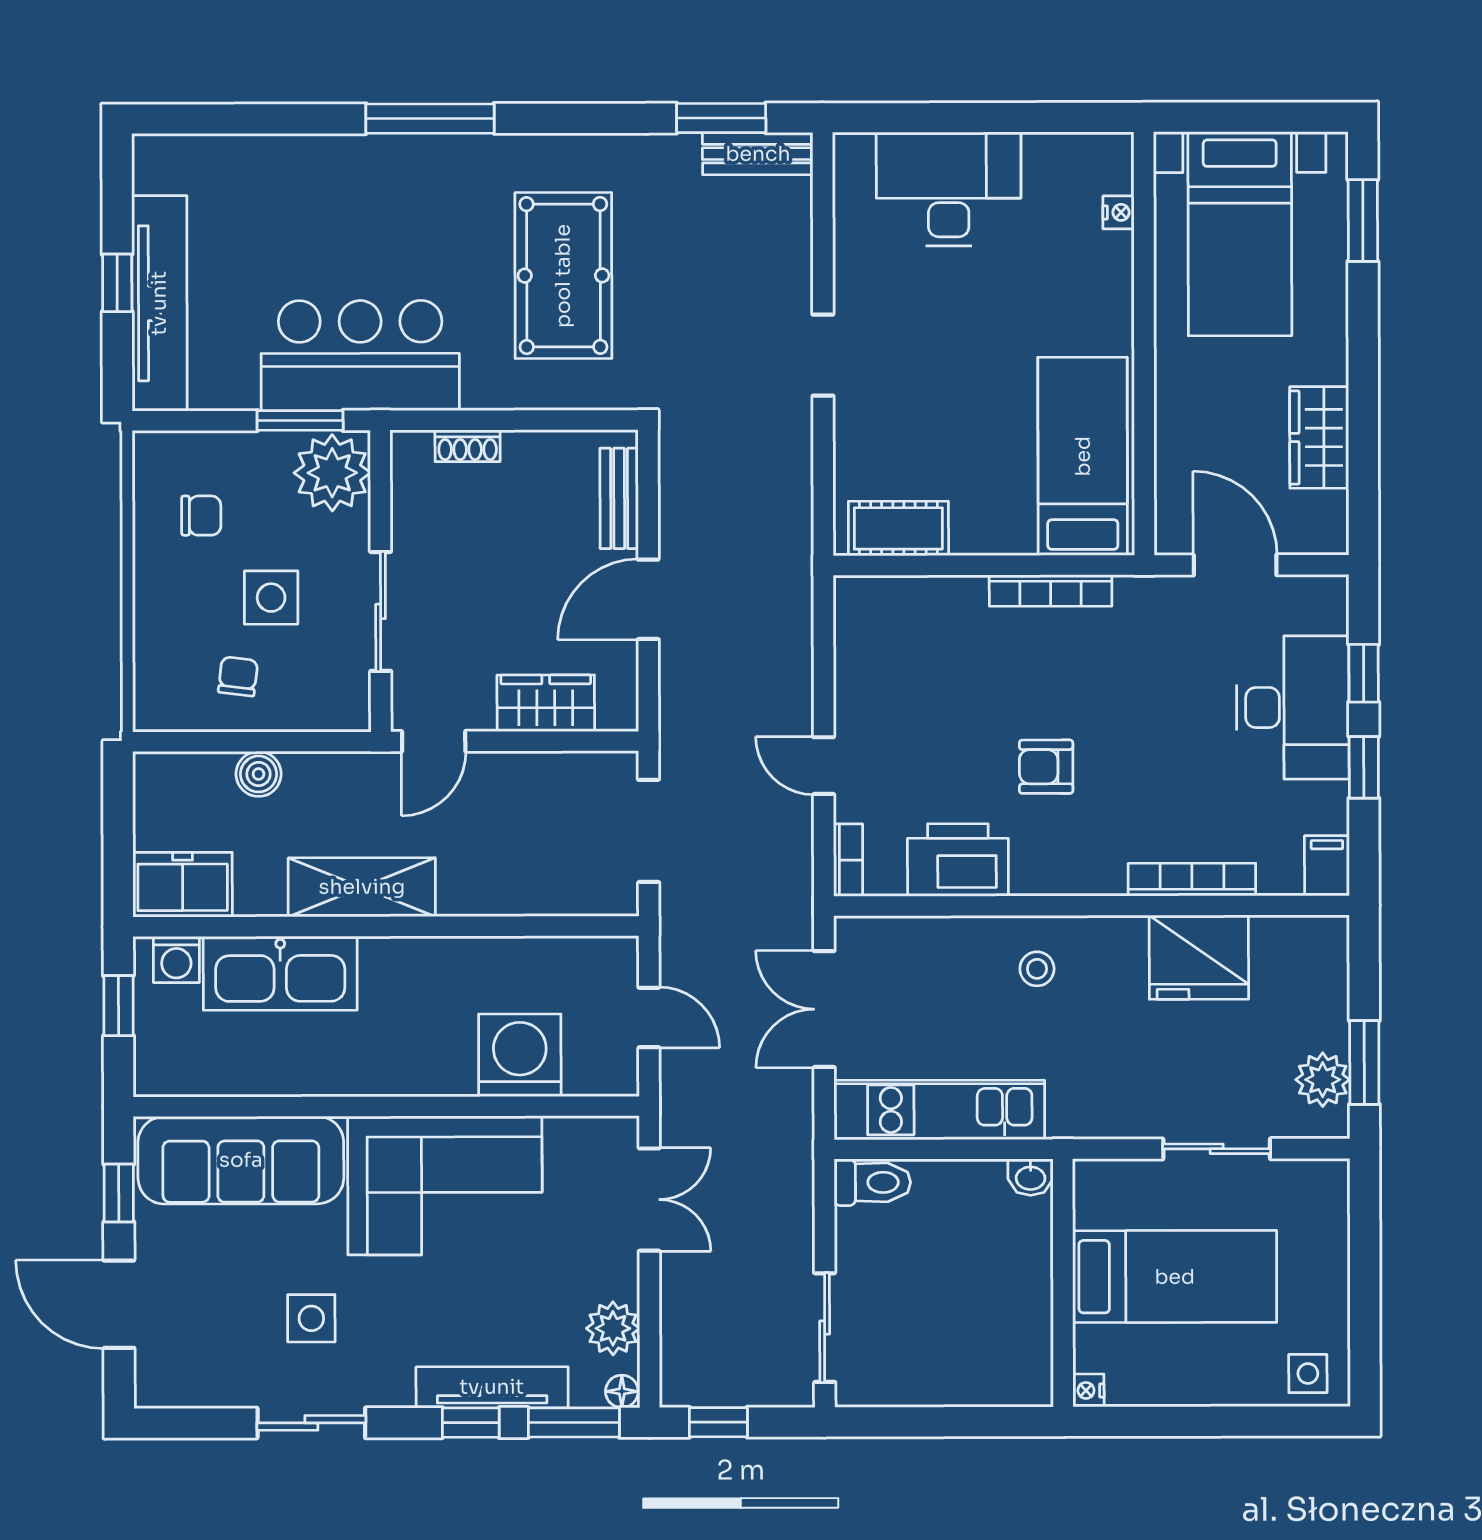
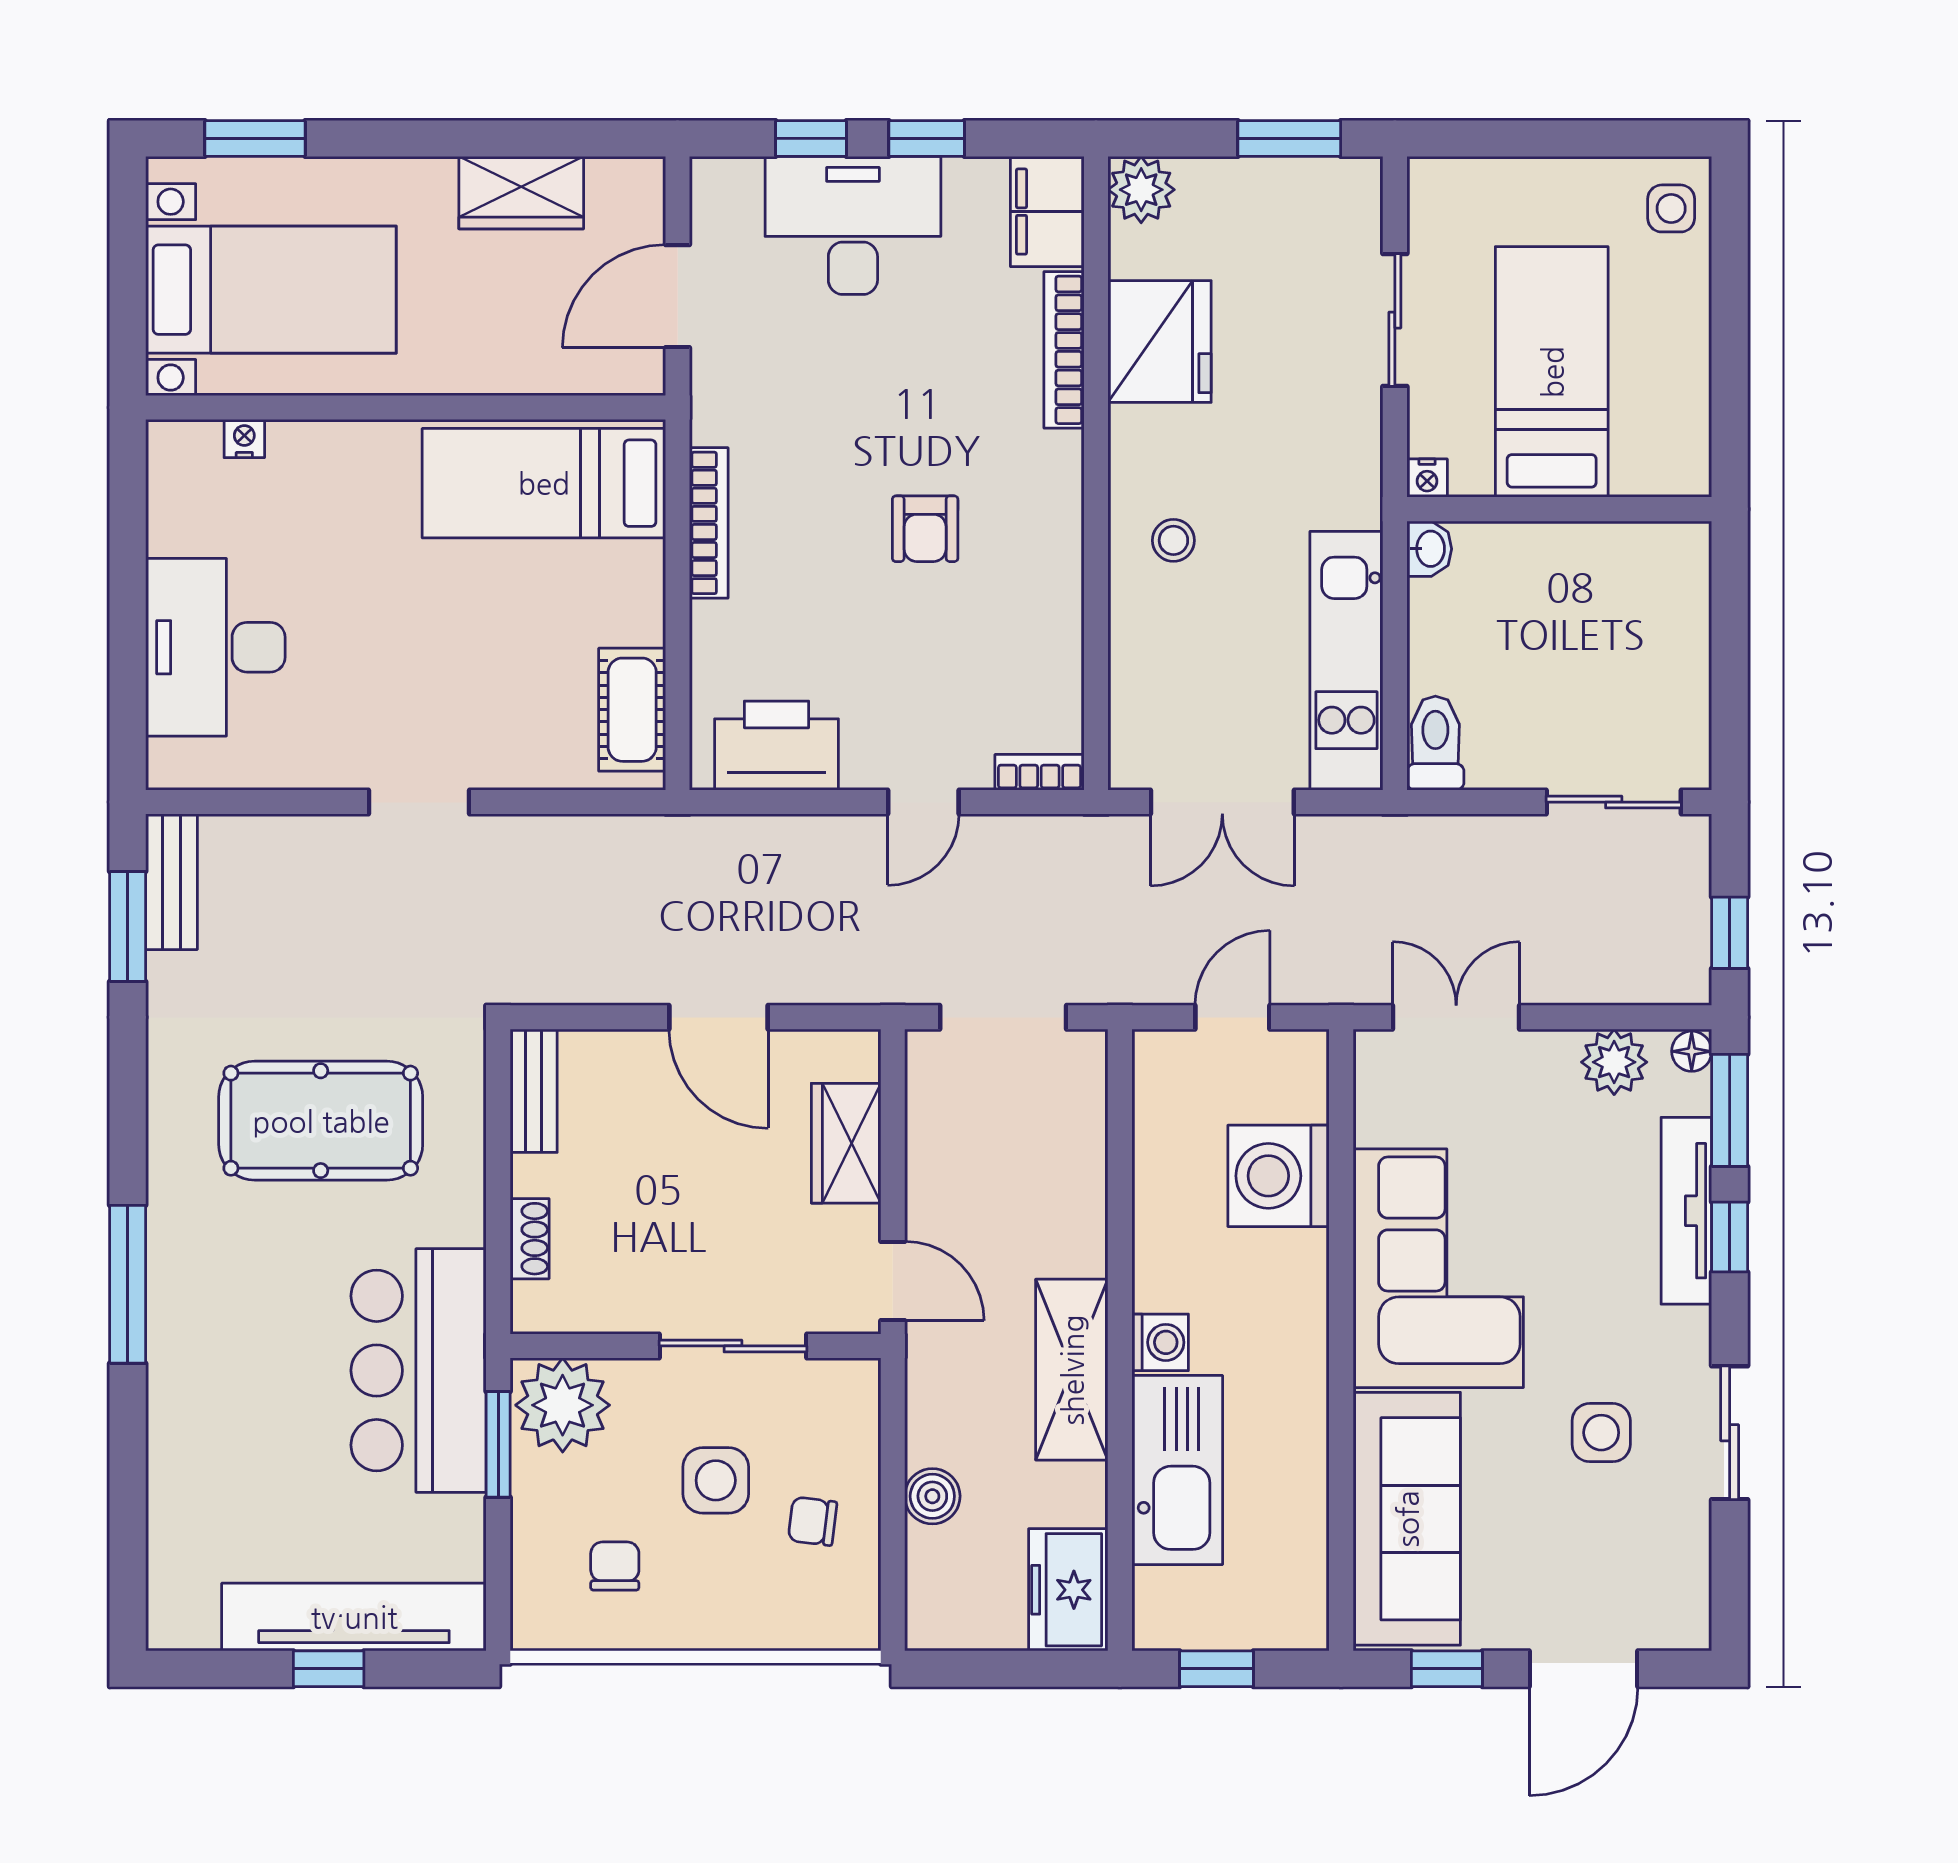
bench: (619, 498) -> (534, 1091), moved, turned 90
printer: (958, 860) -> (776, 746), moved, turned 90
filing cabinet: (1327, 866) -> (1047, 212), width x2.00
washing machine: (176, 960) -> (1160, 1342), moved
plant: (1323, 1080) -> (1141, 190), moved
nightstand: (1088, 1390) -> (1427, 478), moved

